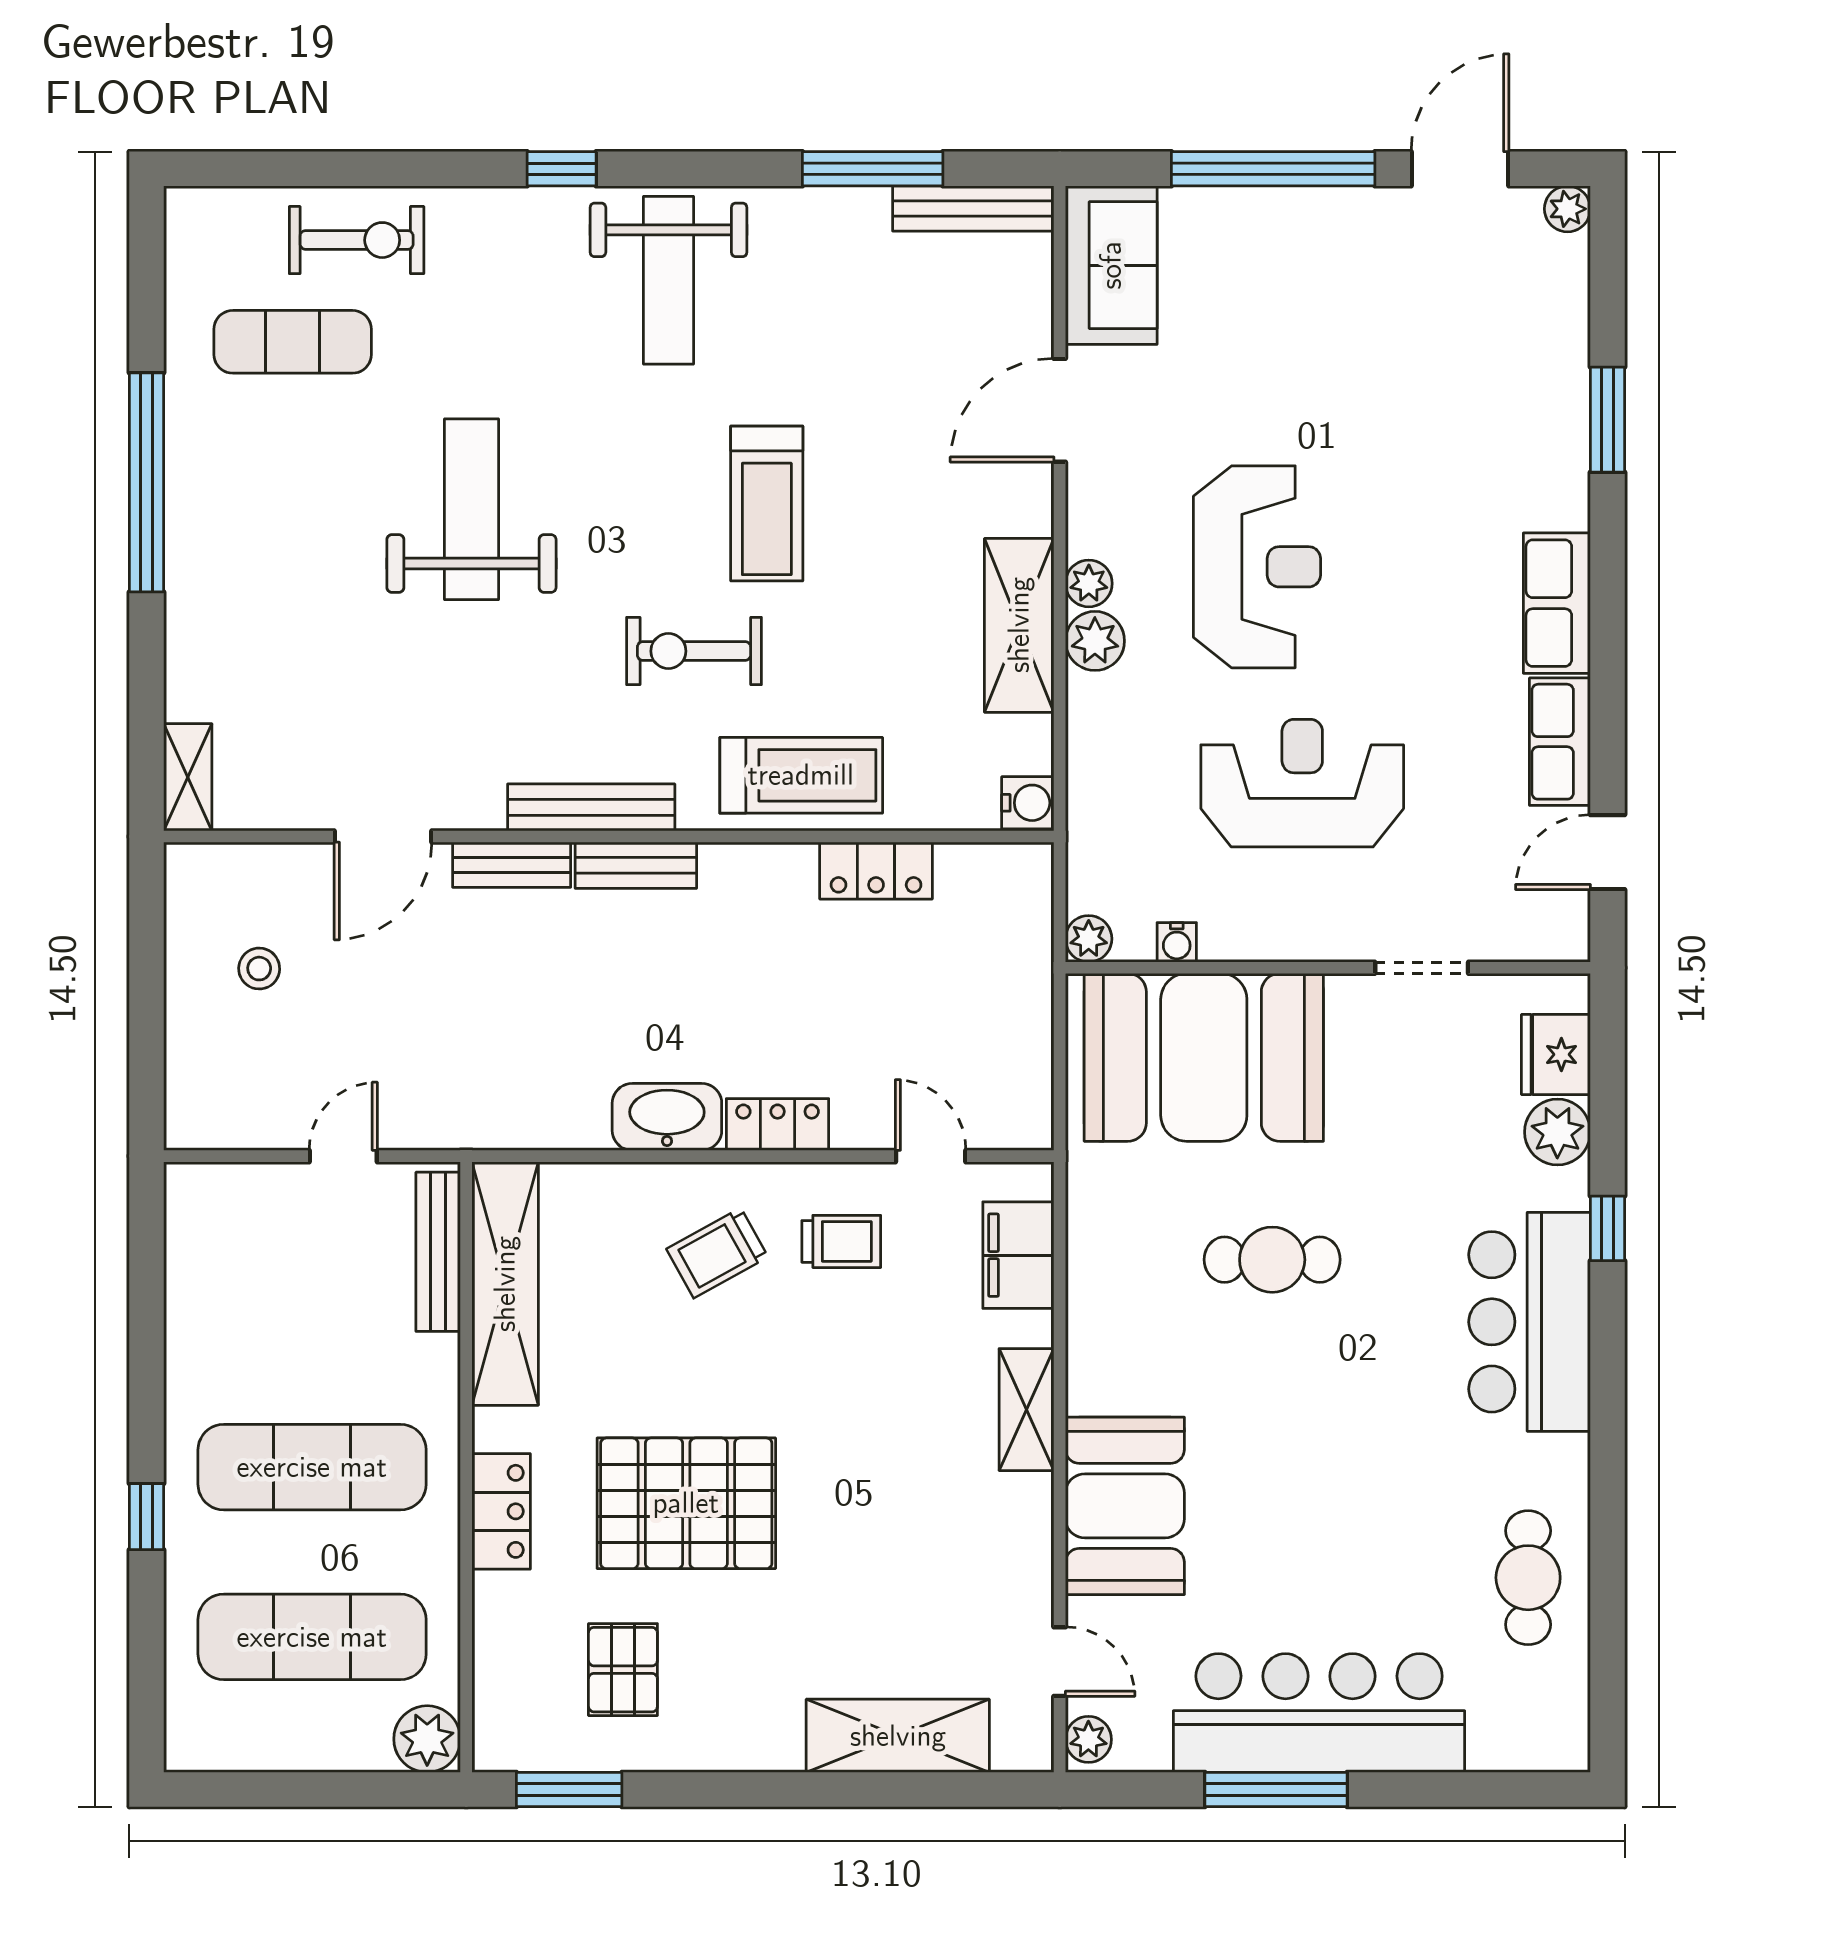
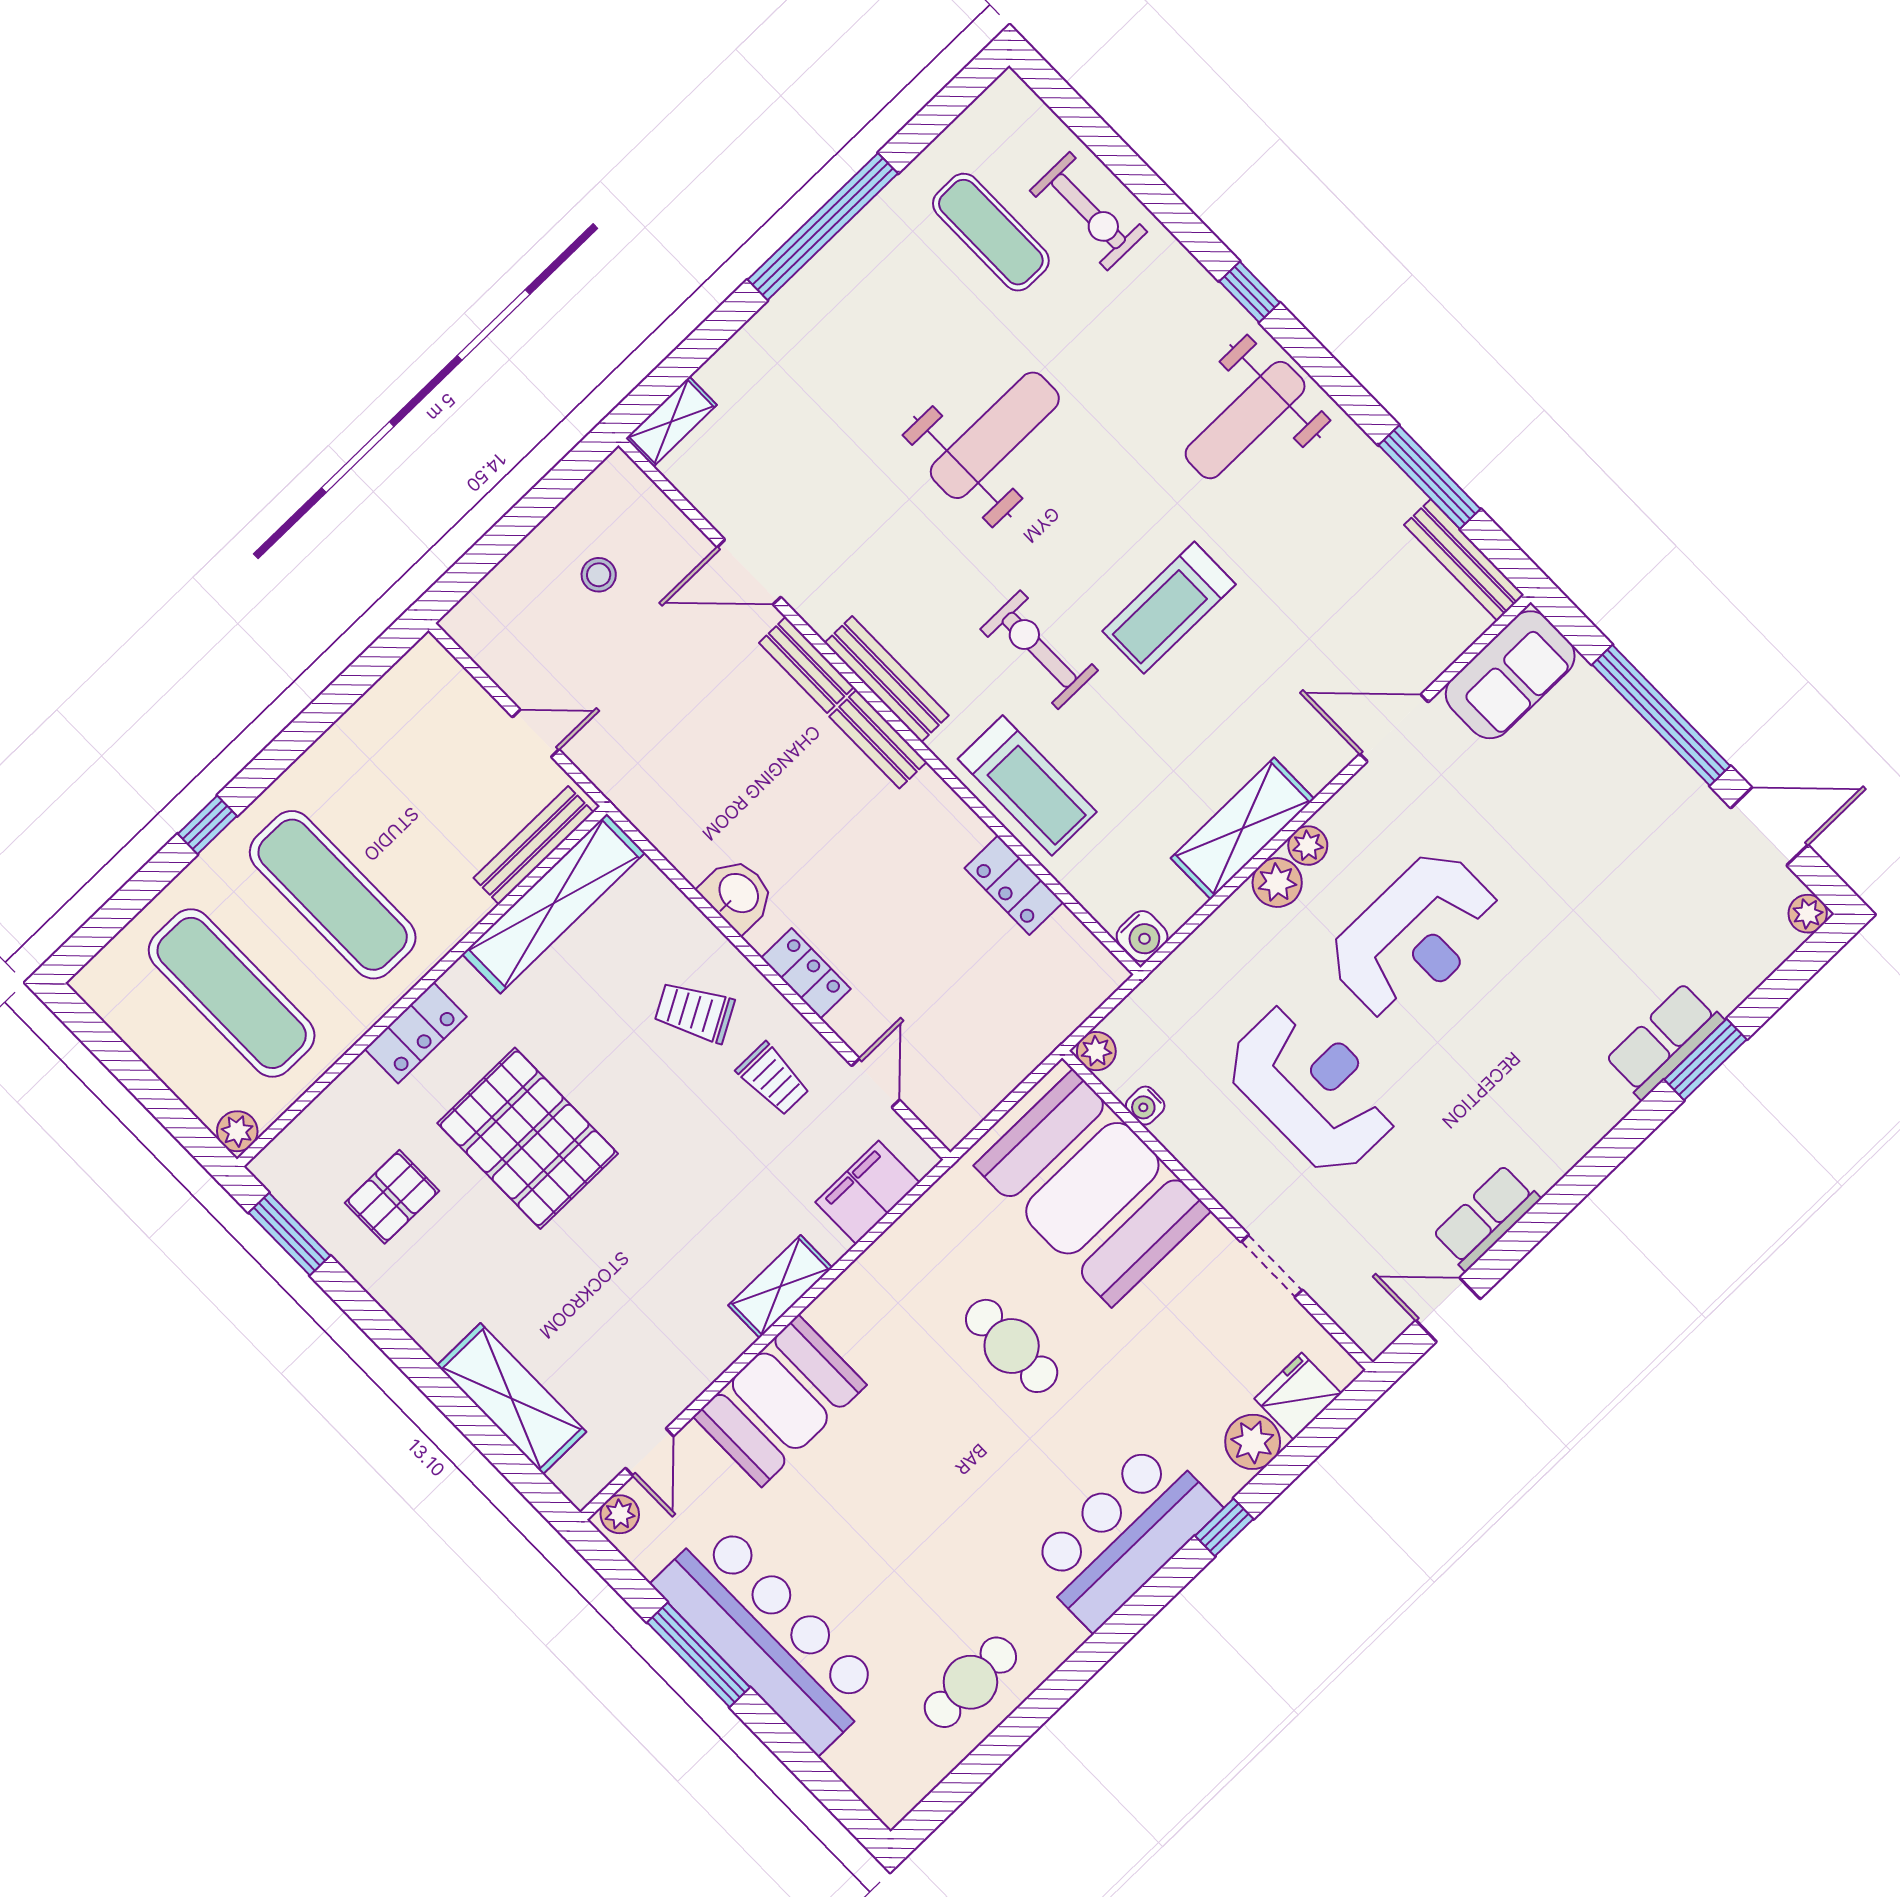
row of seats: (1557, 603) -> (1664, 1041), moved
washbasin: (667, 1117) -> (738, 894), width x0.72
plant: (427, 1739) -> (237, 1131), width x0.73, depth x0.73

